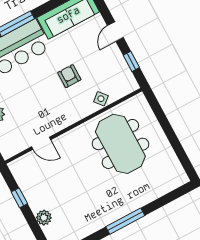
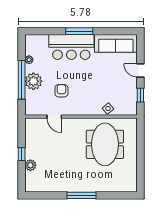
door: (115, 32) -> (140, 70), hinge flipped
armchair: (69, 76) -> (61, 91), moved
window: (19, 198) -> (22, 154), moved

